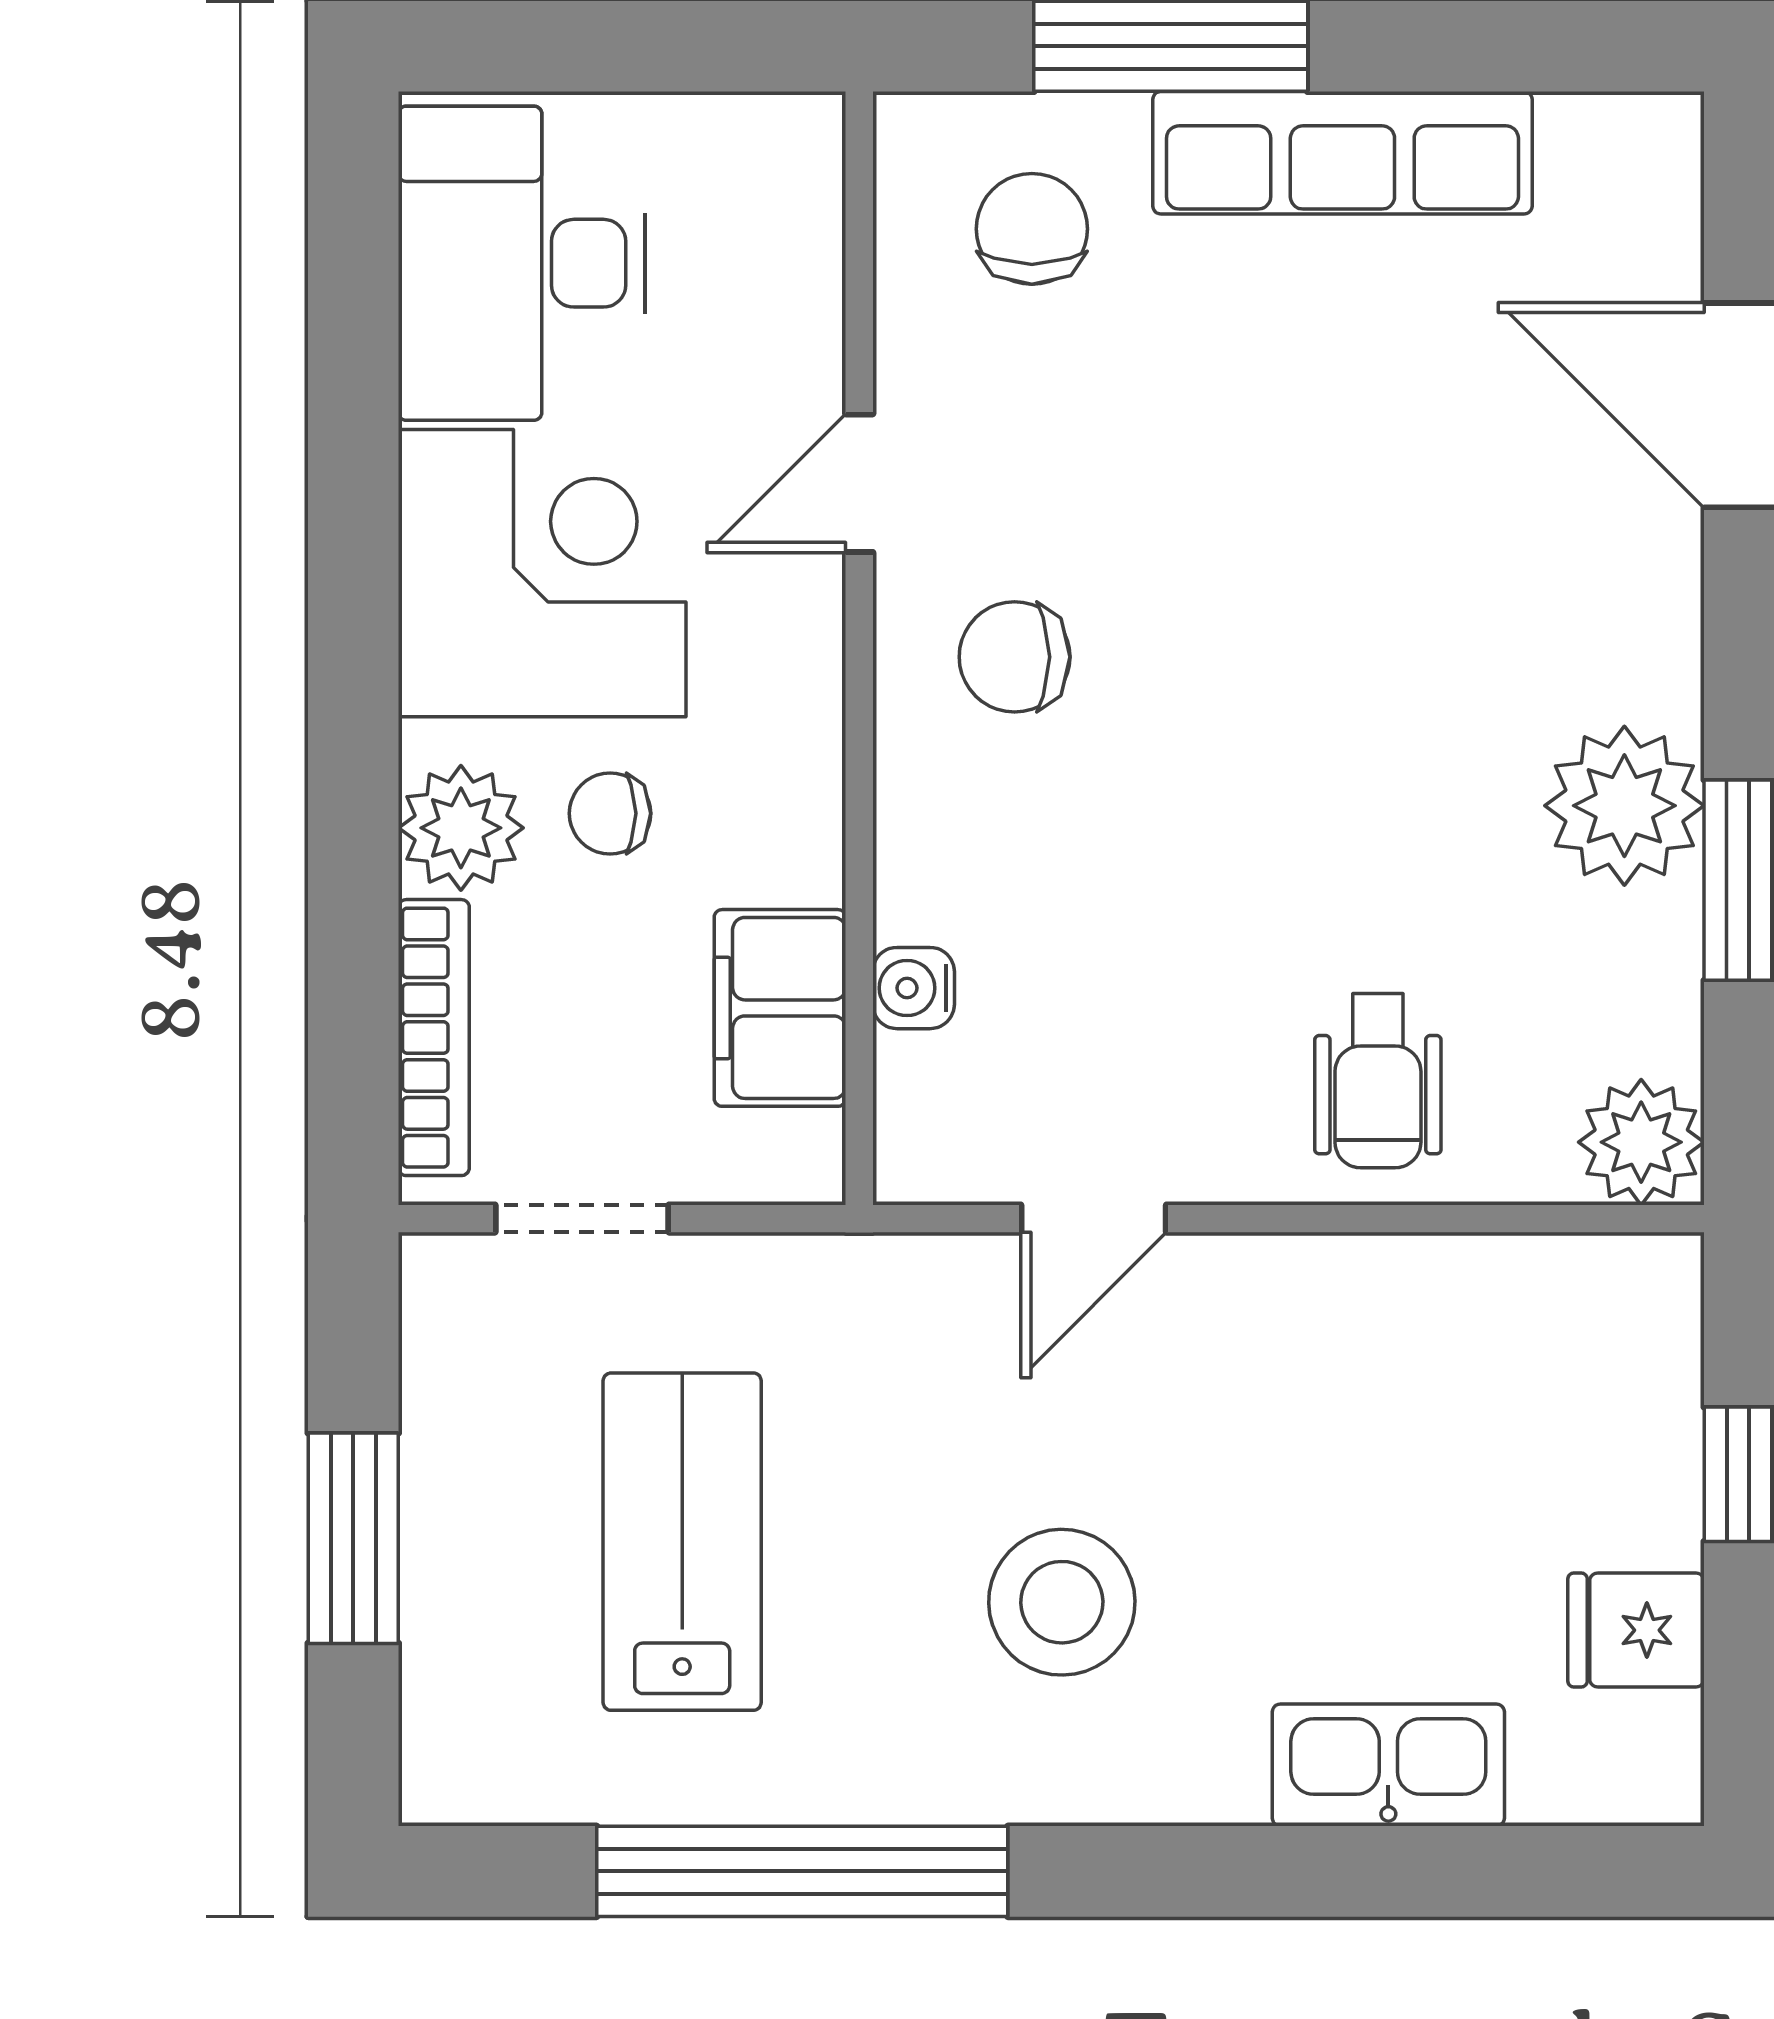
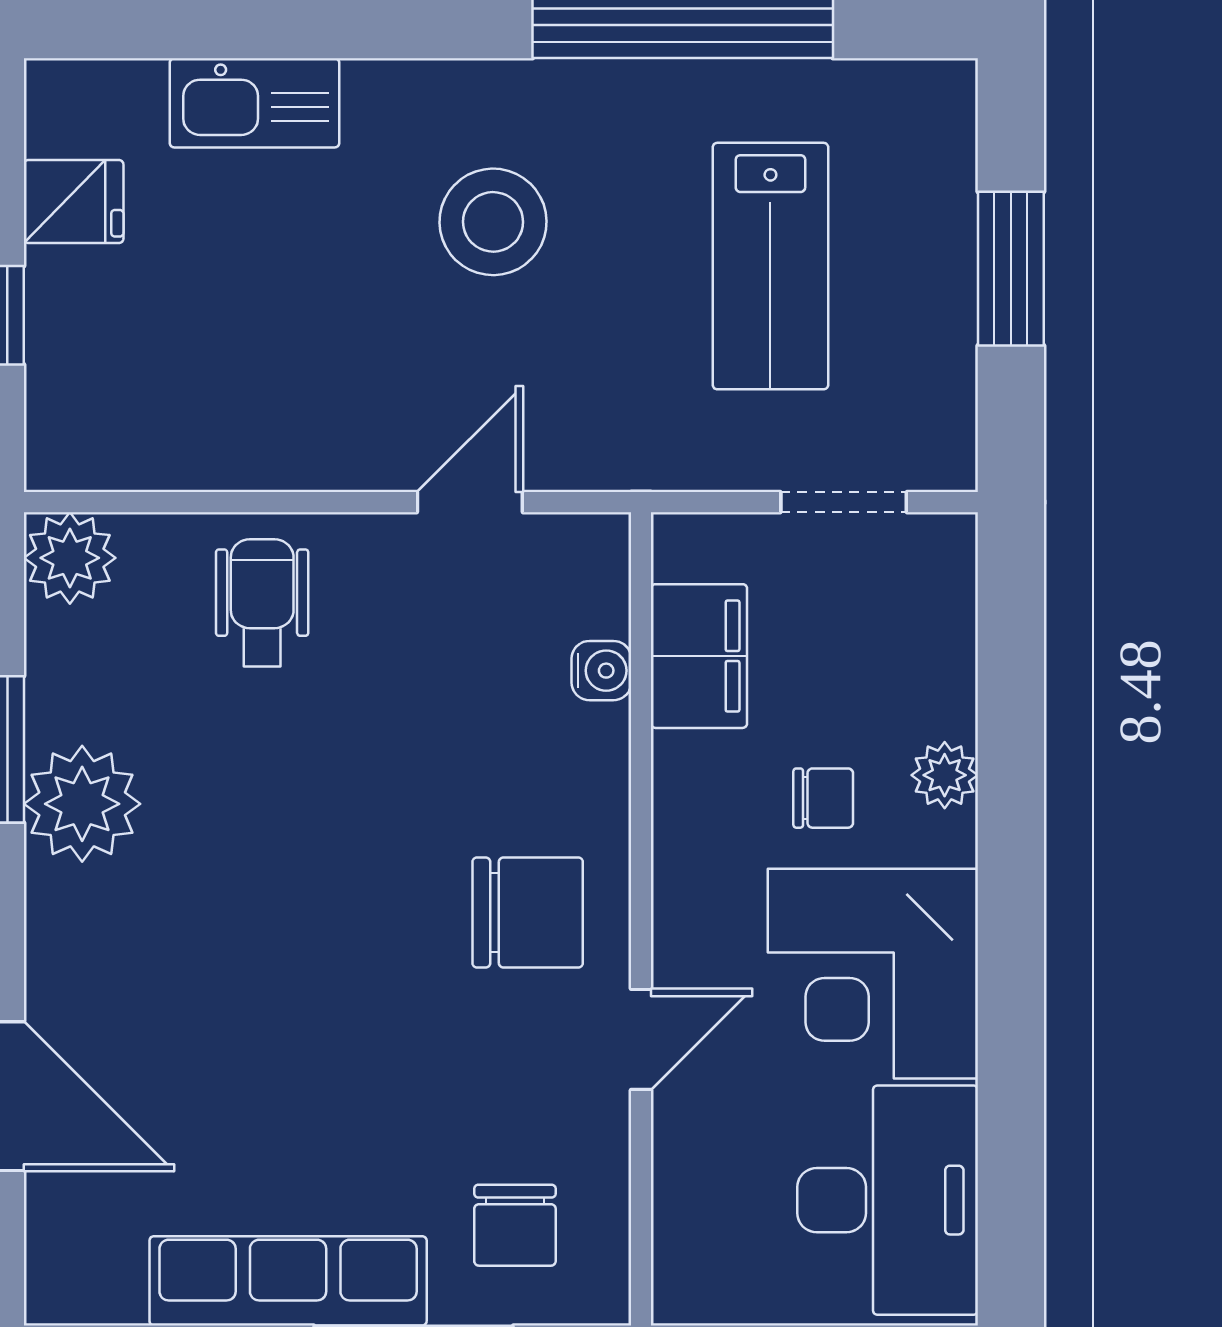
chair: (1015, 657) -> (528, 913), width x1.37, depth x1.37
plant: (461, 828) -> (945, 775), width x0.73, depth x0.73
bookcase: (434, 1038) -> (952, 634), removed

